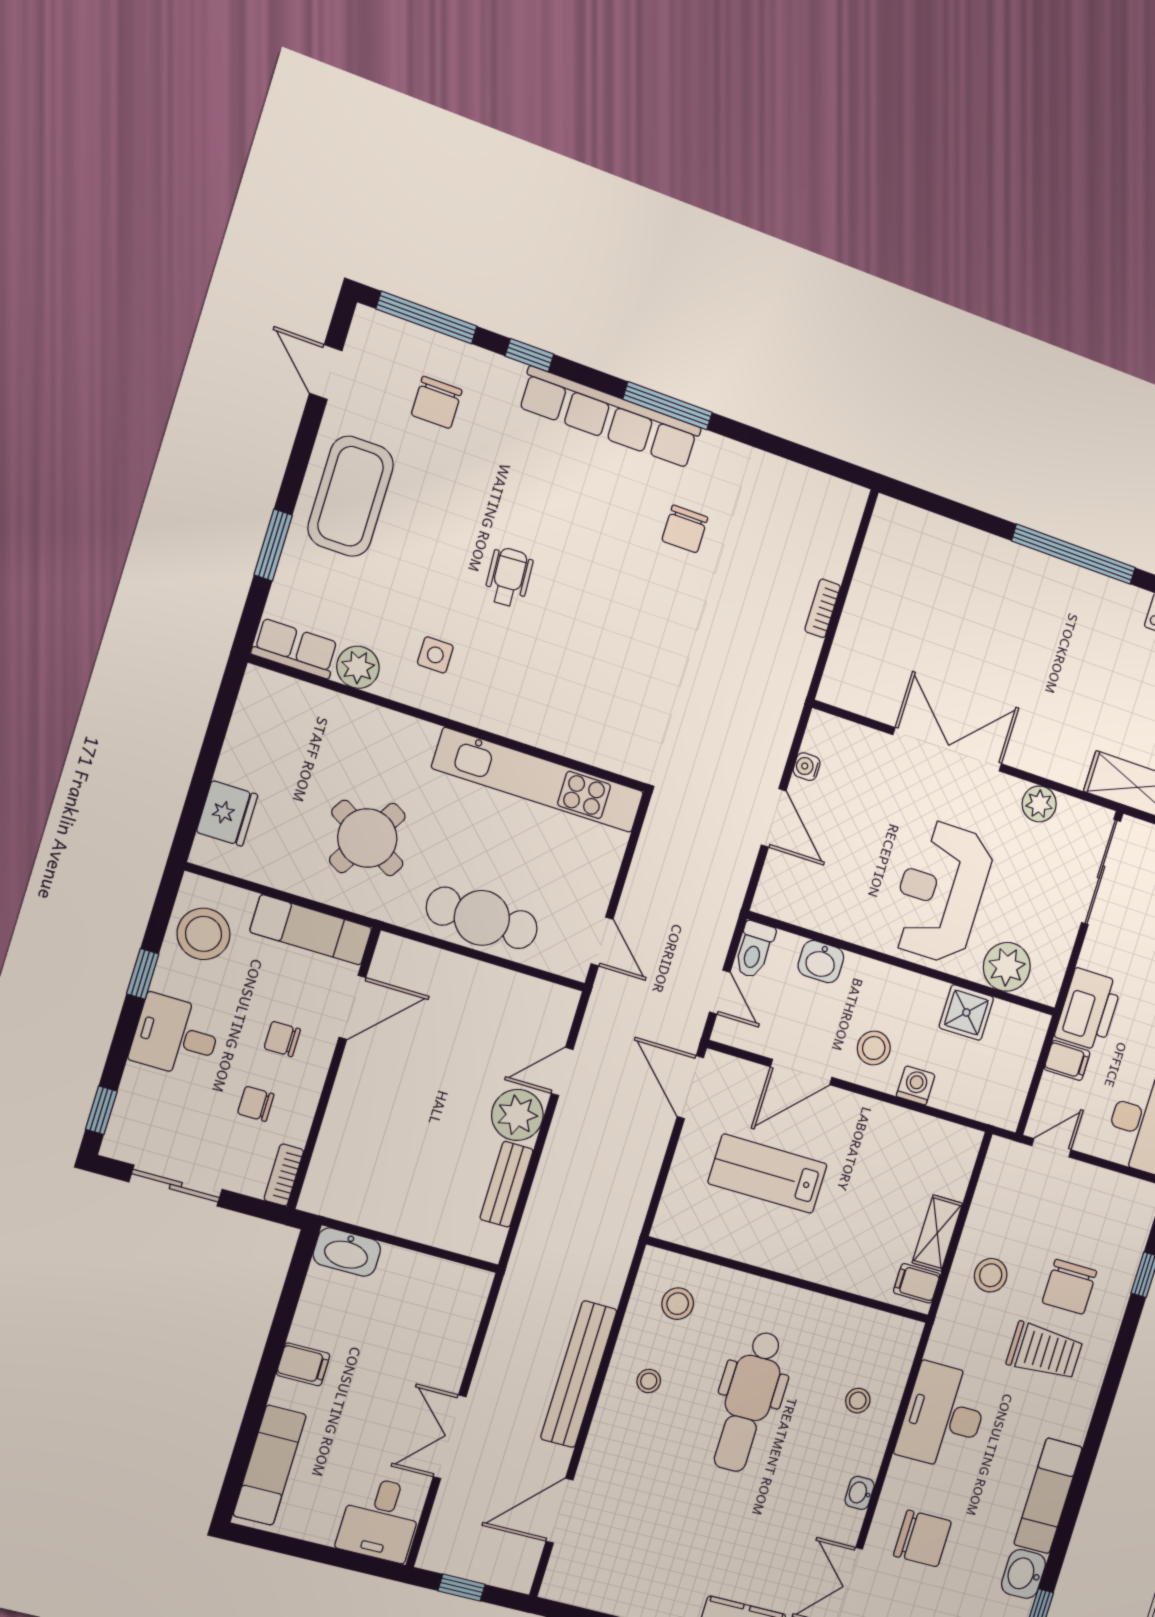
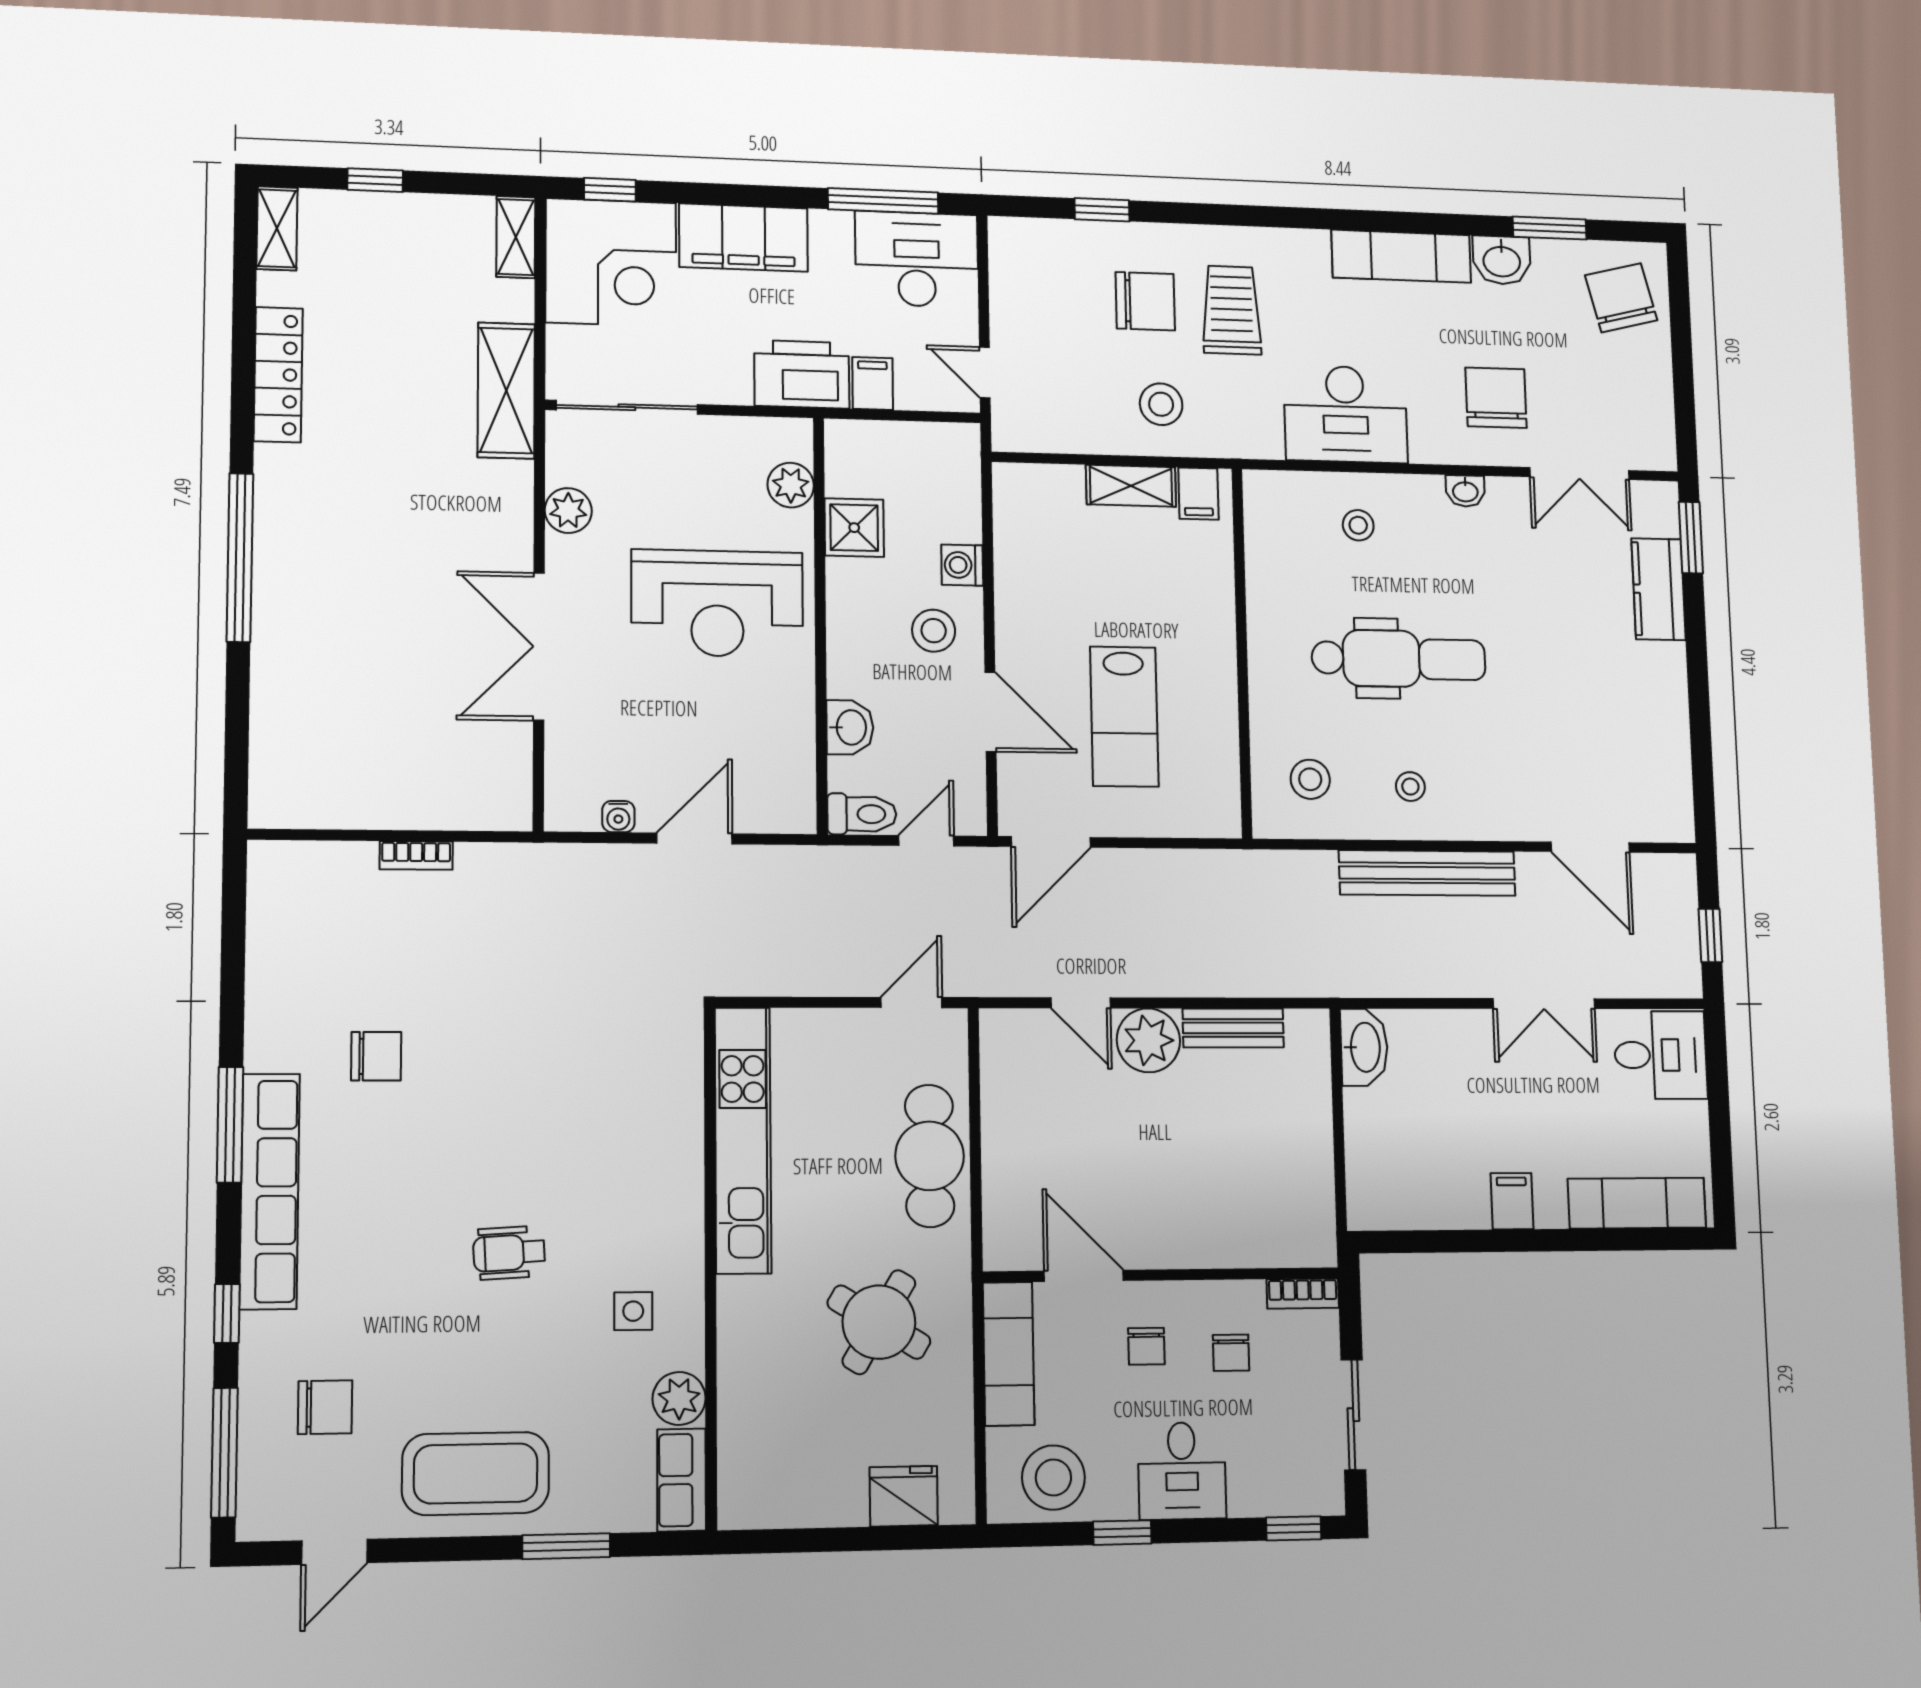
plant: (1007, 967) -> (791, 485), width x0.73, depth x0.73
washbasin: (347, 1252) -> (1364, 1047), moved

